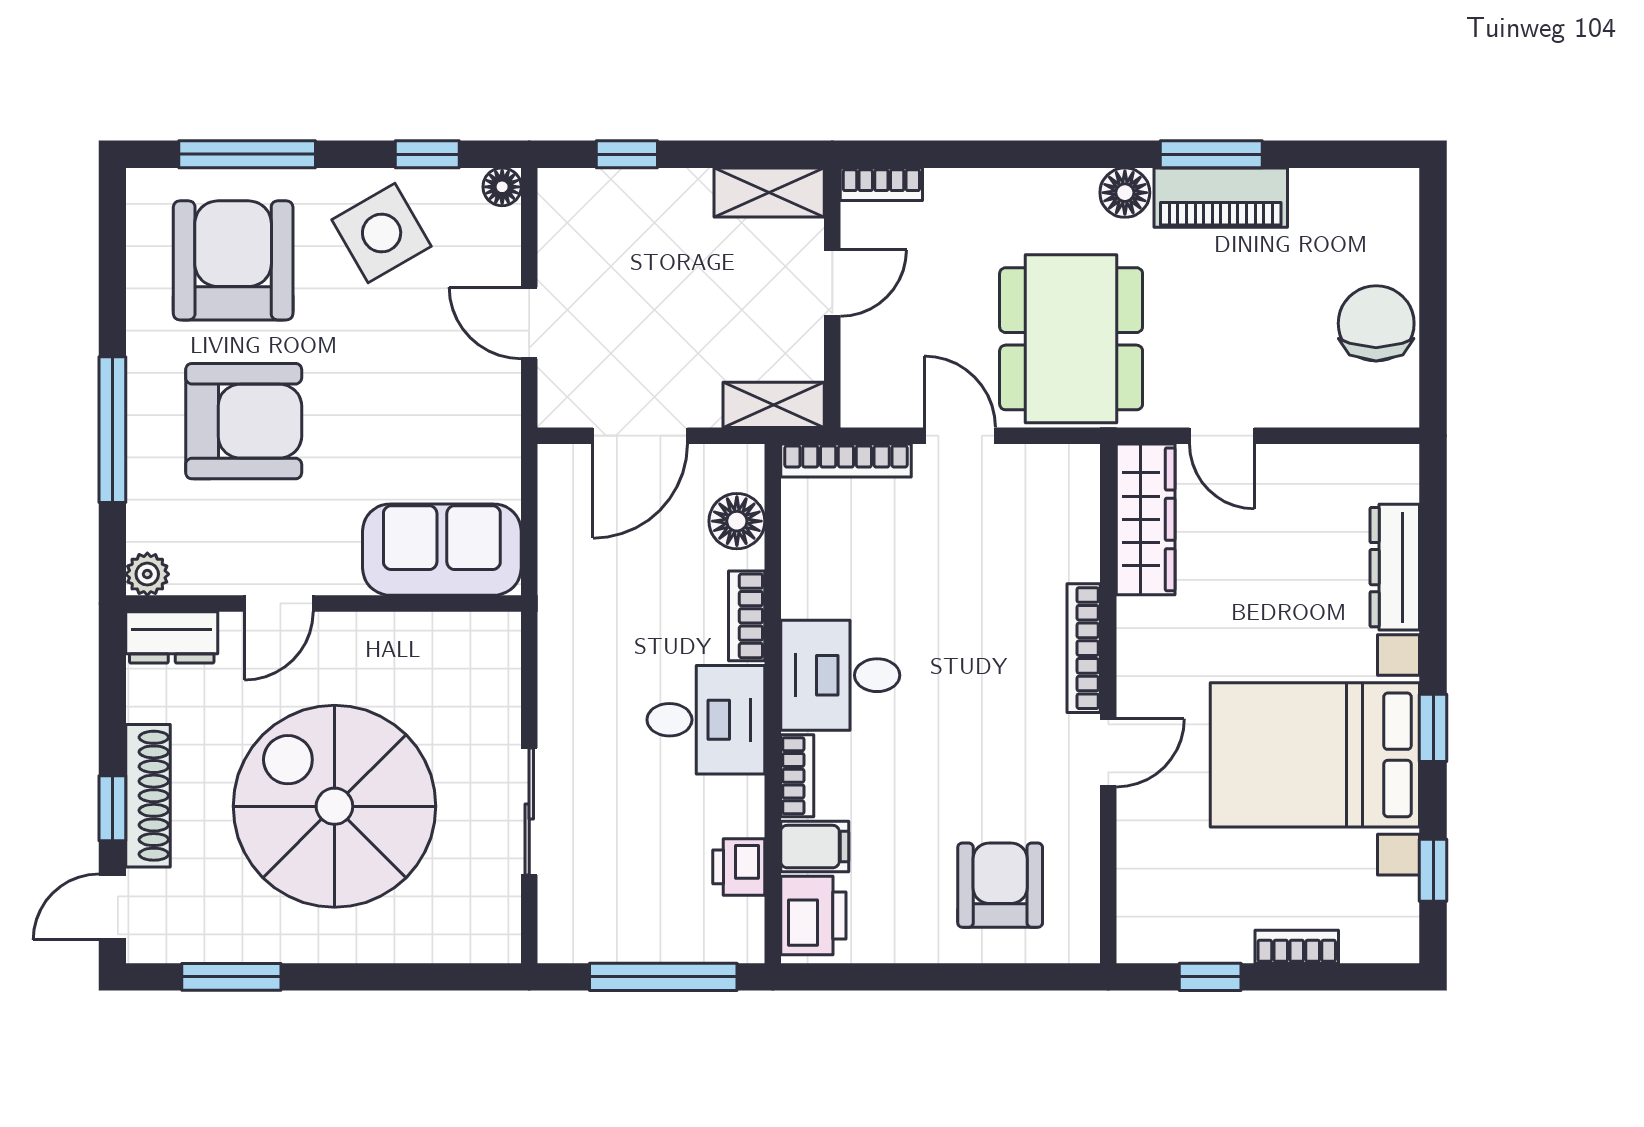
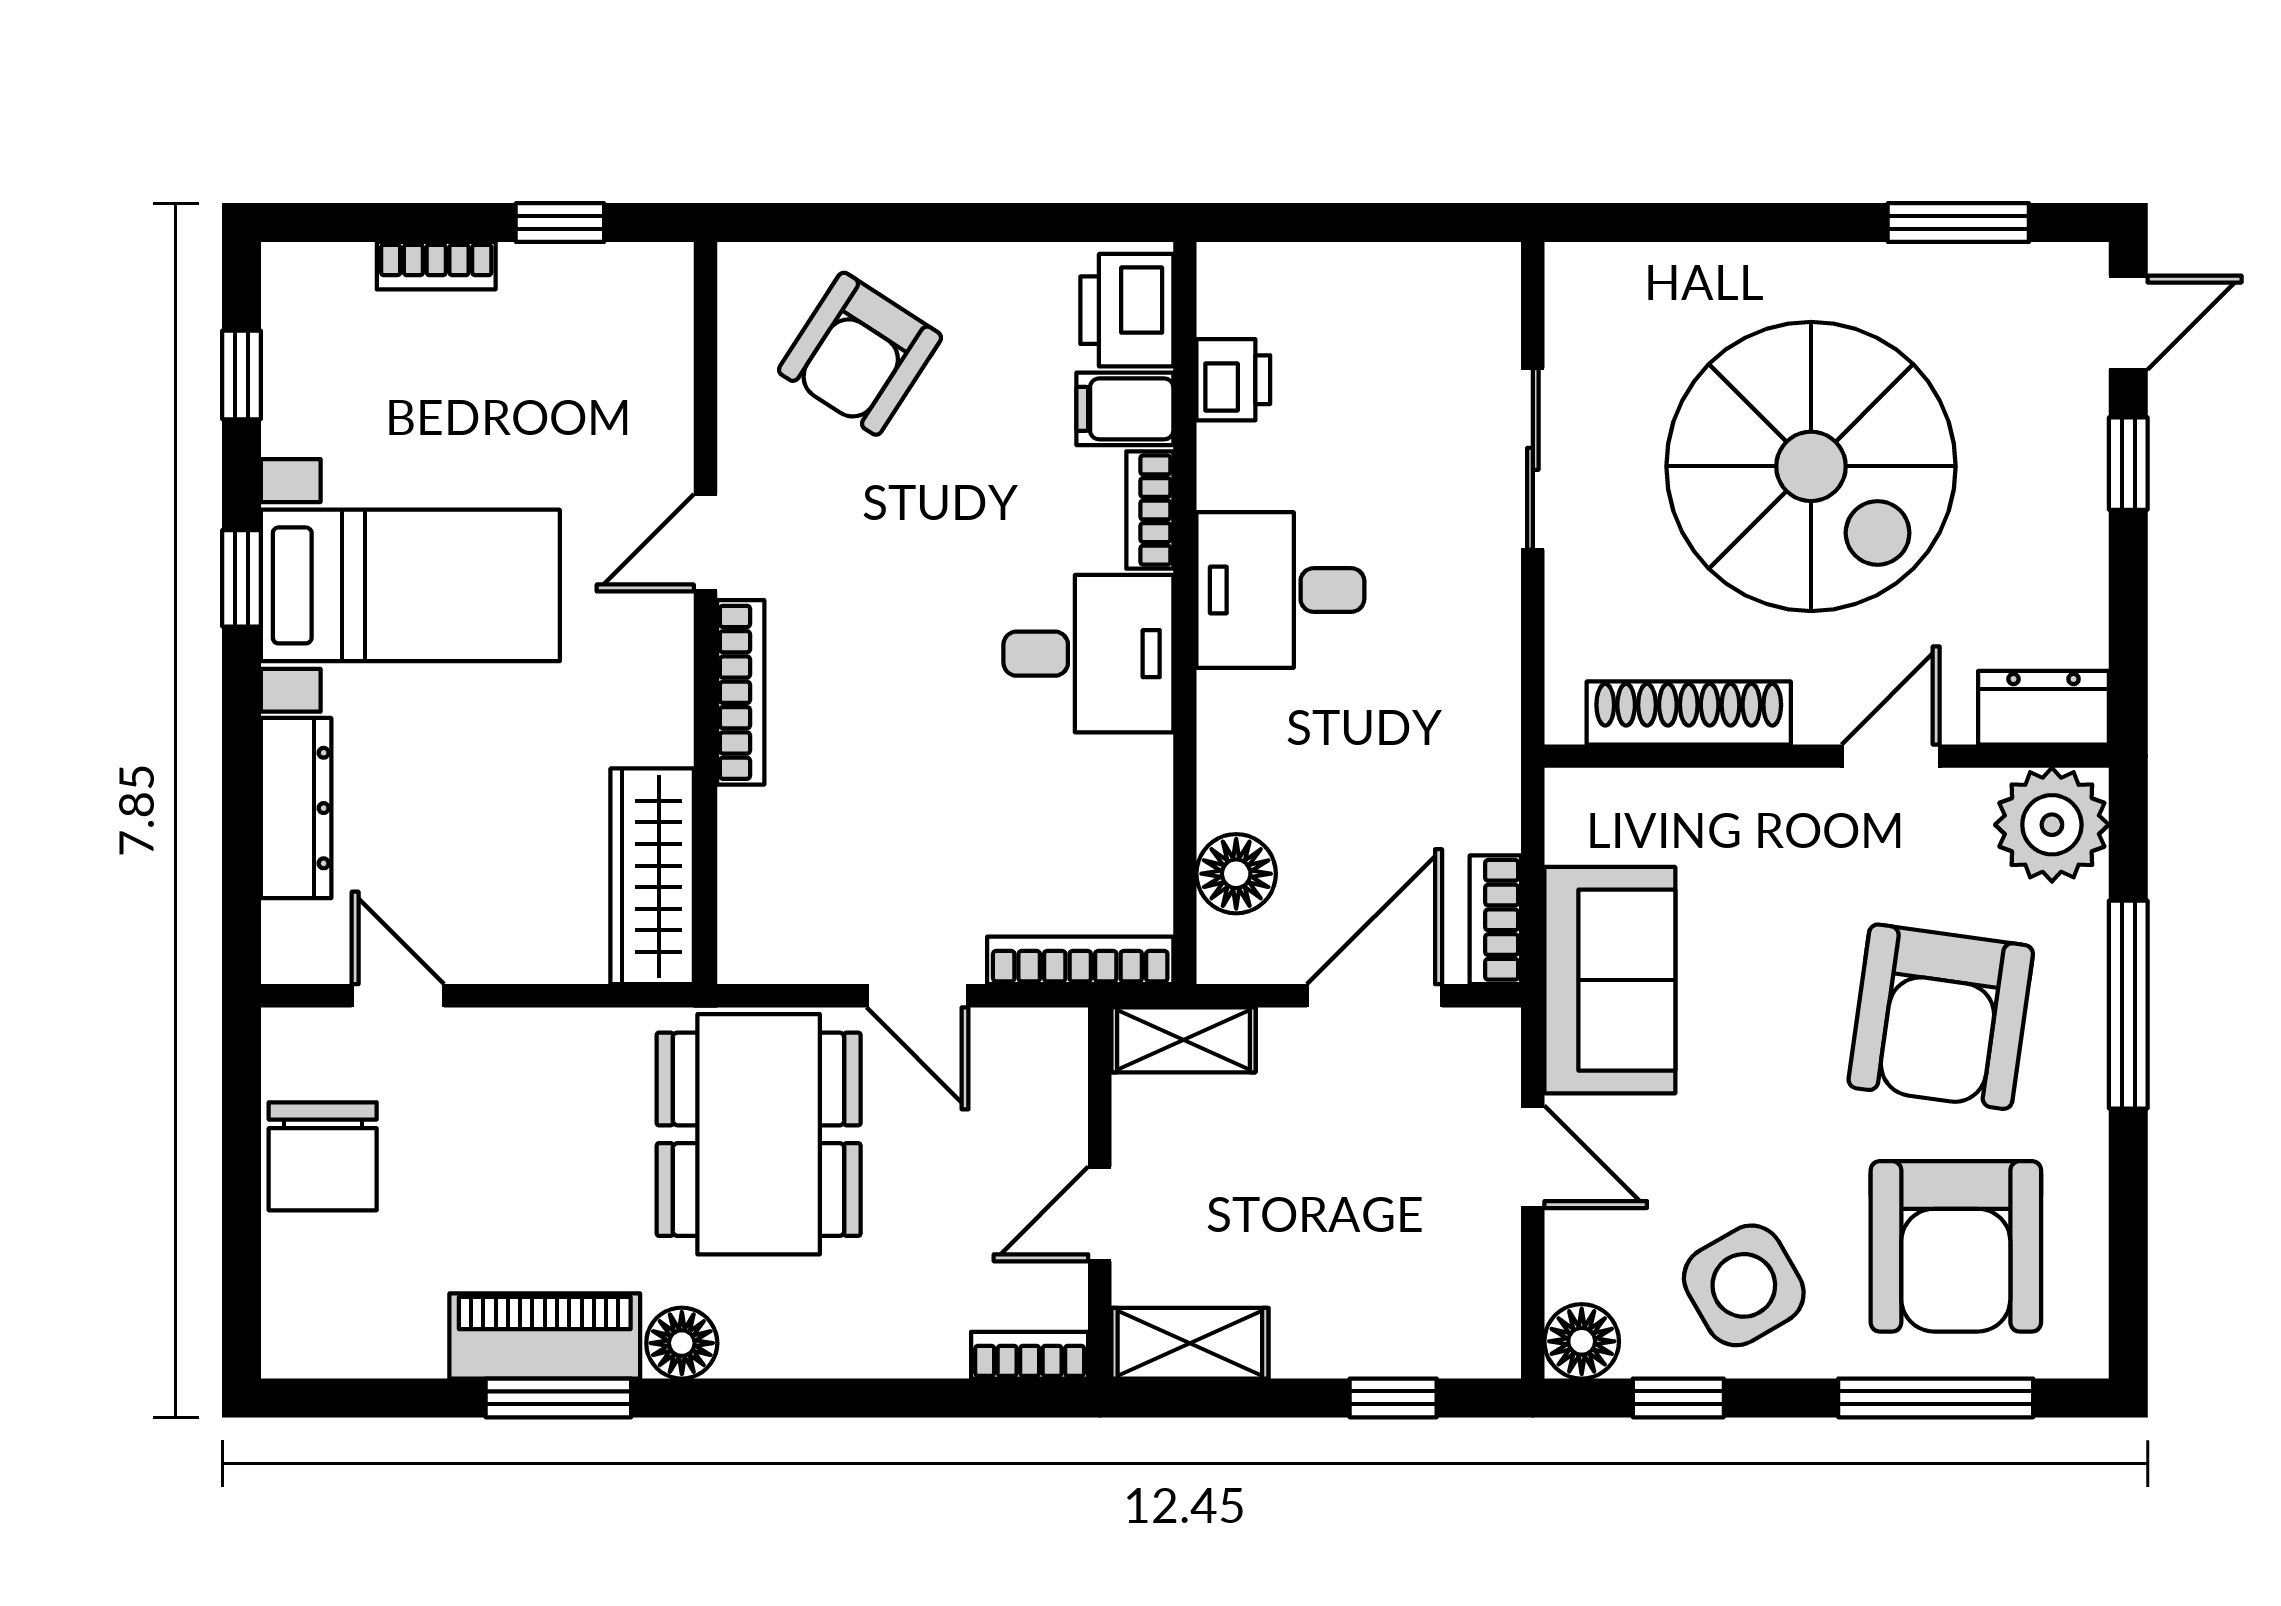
floor lamp: (502, 187) -> (1582, 1341), width x1.37, depth x1.37
armchair: (244, 421) -> (1941, 1017), turned -82
door: (1222, 436) -> (398, 996), moved
sofa: (442, 550) -> (1610, 980), moved, turned -90
plant: (147, 574) -> (2052, 825), width x1.87, depth x1.87
bookcase: (747, 616) -> (1495, 920), moved, turned 180
bed with nightstands: (1315, 755) -> (410, 585), width x0.73
shoe rack: (148, 796) -> (1689, 713), moved, turned 90
armchair: (1000, 885) -> (860, 354), turned 33
window: (663, 977) -> (1341, 223), removed

